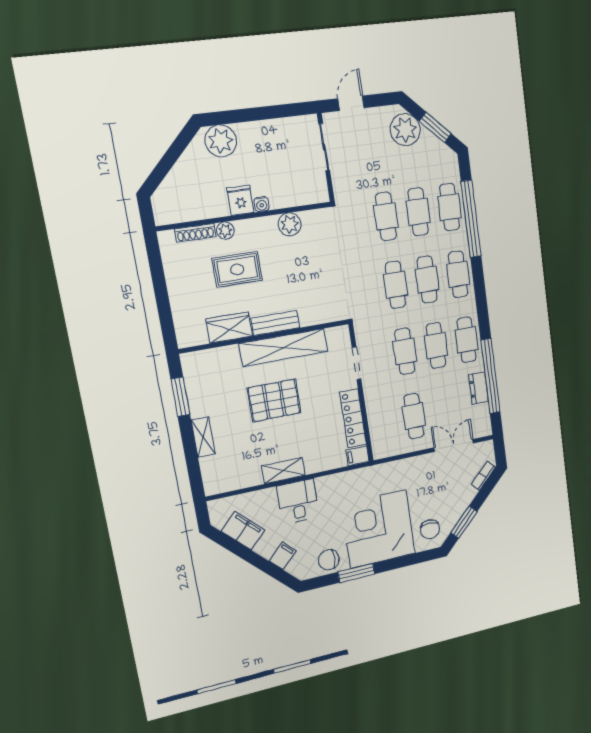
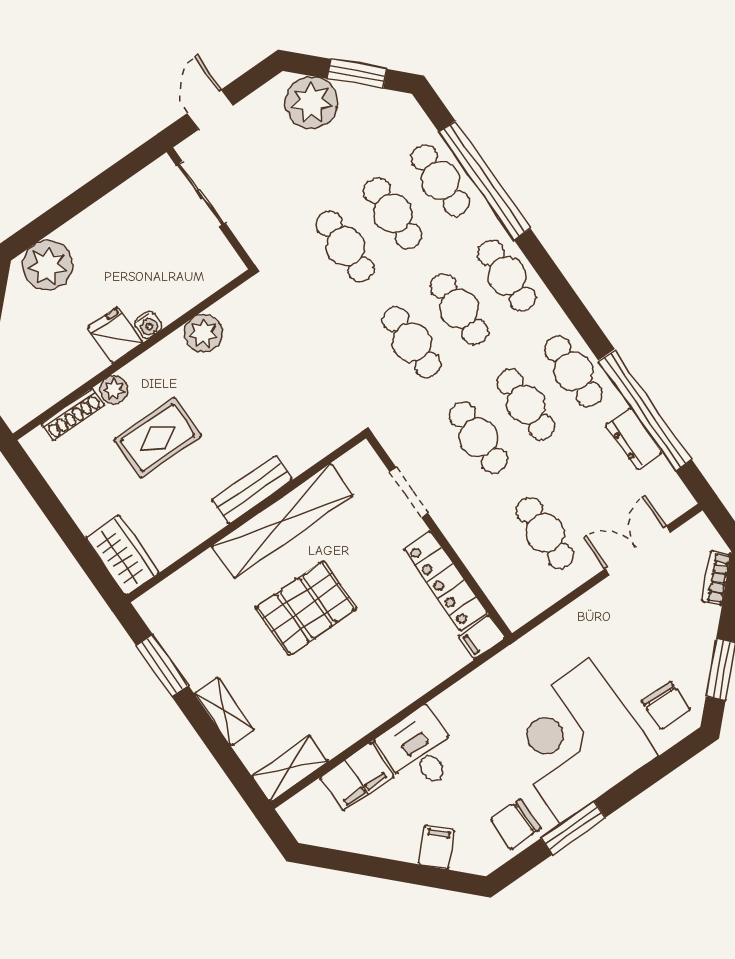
wardrobe: (229, 328) -> (123, 555), moved, turned 90
shelving: (283, 471) -> (290, 769), moved
filing cabinet: (243, 531) -> (357, 777), moved, turned 135

